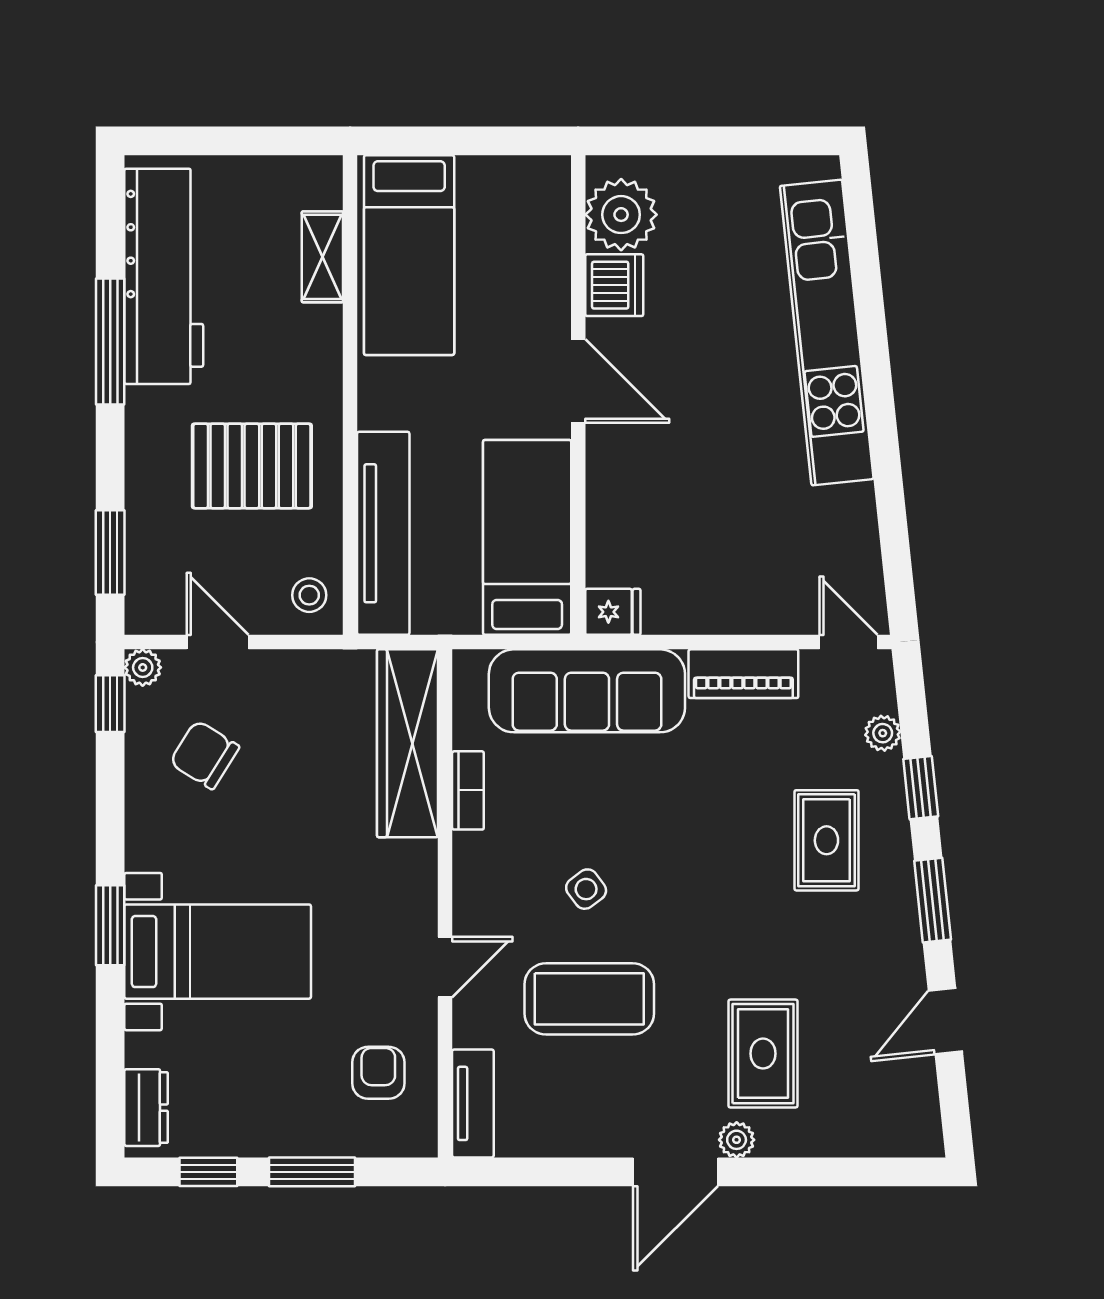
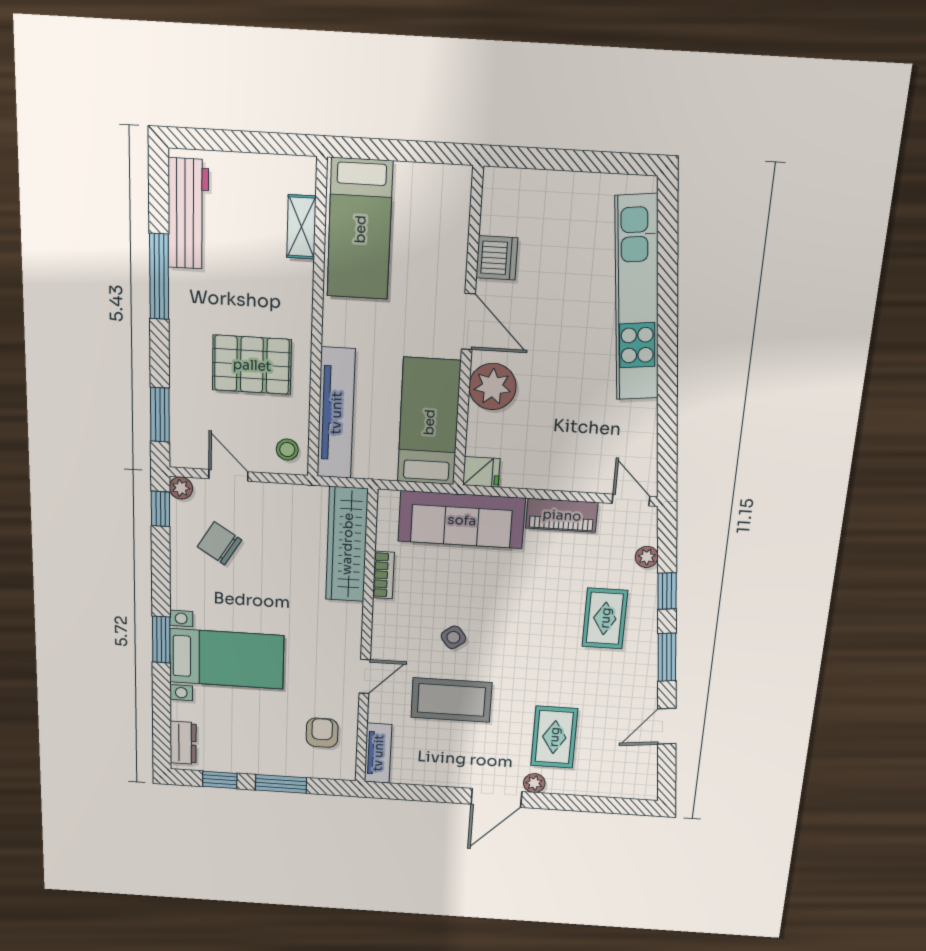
plant: (621, 215) -> (493, 387), moved
workbench: (164, 276) -> (188, 214), width x0.73, depth x0.76

